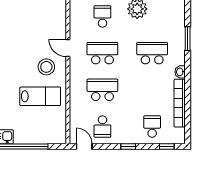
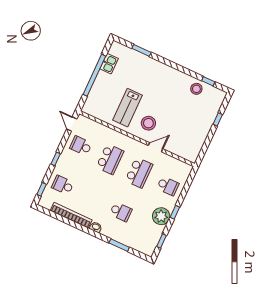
school desk: (152, 53) -> (121, 212), width x0.54
school desk: (152, 127) -> (63, 185), turned 180
door: (84, 147) -> (72, 124), swing flipped

